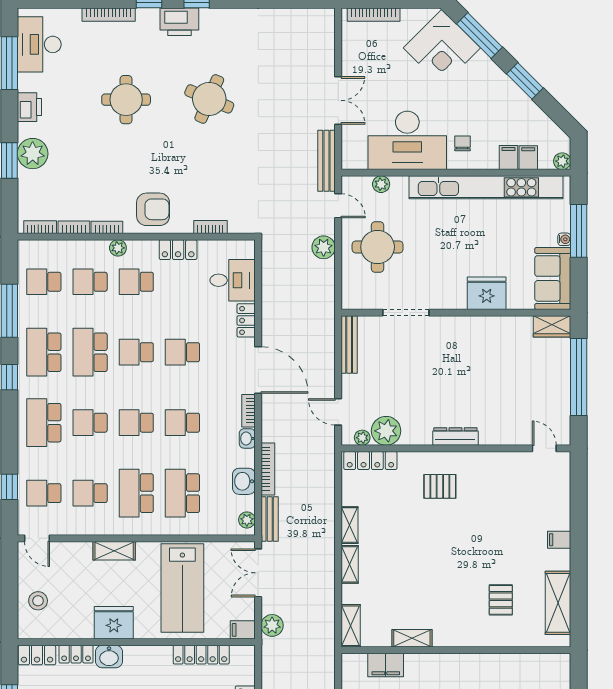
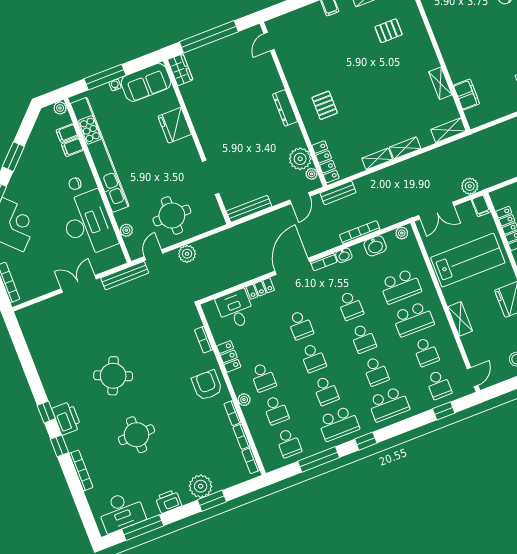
school desk: (90, 352) -> (326, 391), width x0.54
bench: (270, 519) -> (338, 193), moved

